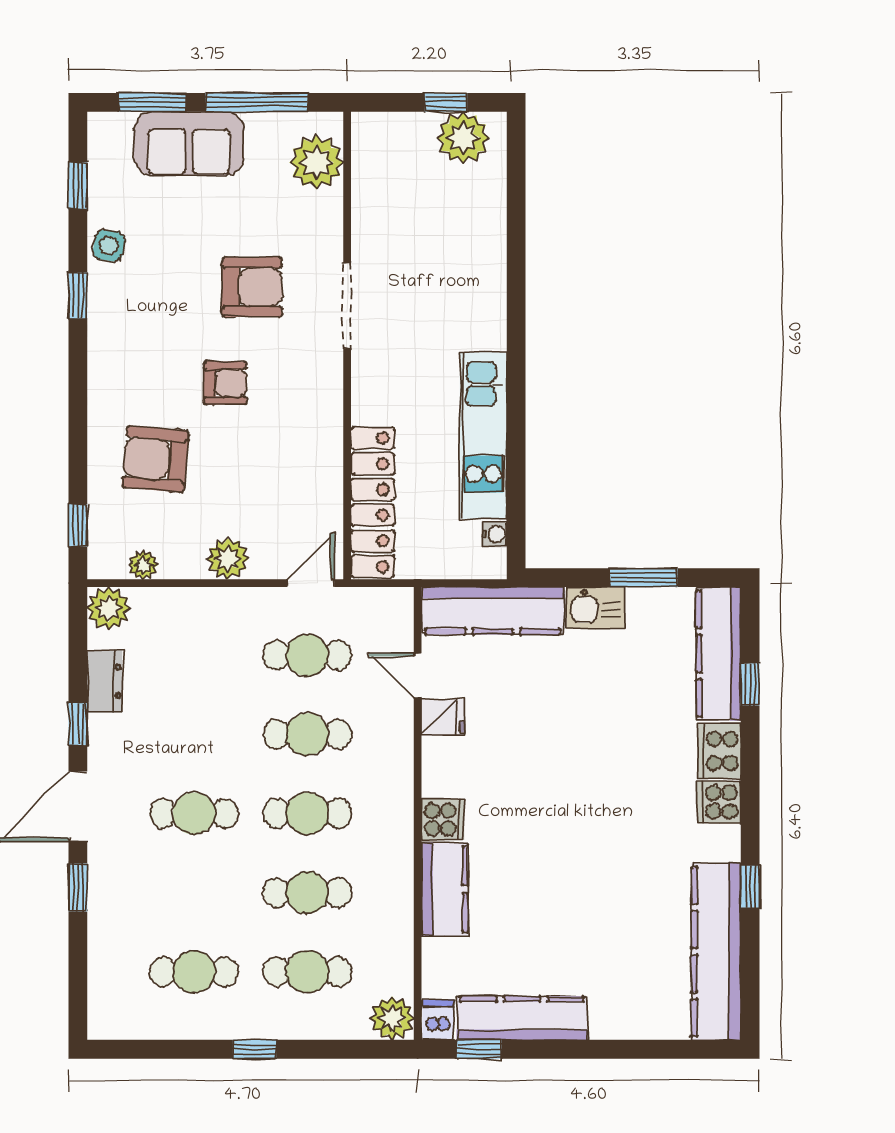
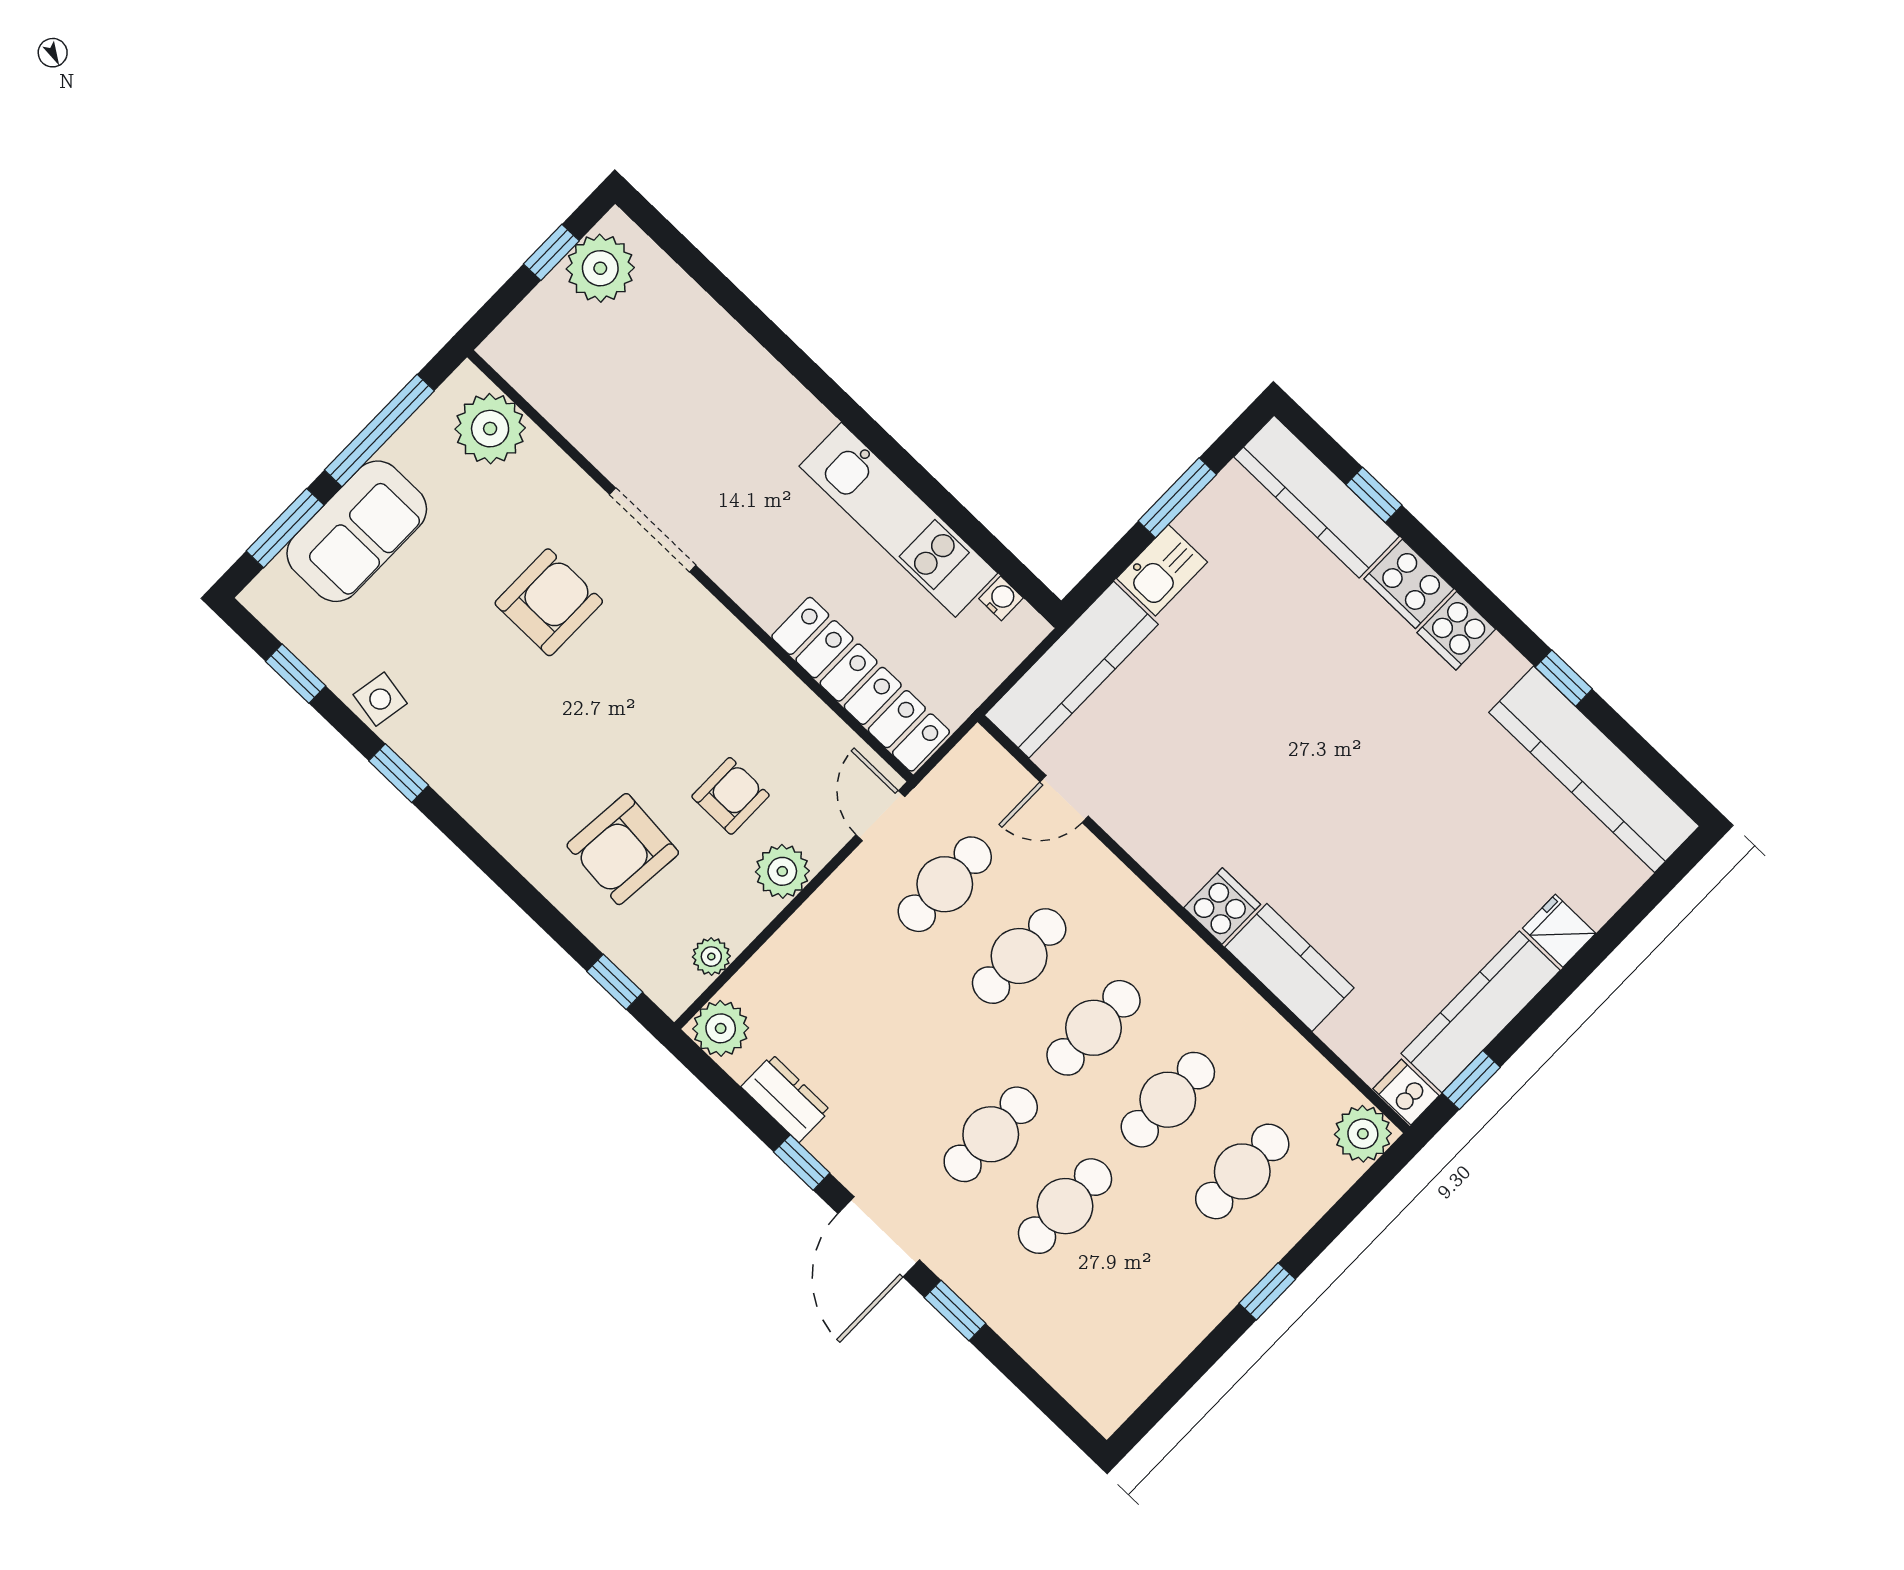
armchair: (225, 383) -> (730, 796), moved
fridge: (443, 717) -> (1559, 931), moved, turned -90
cafe table: (194, 972) -> (1065, 1206), moved

